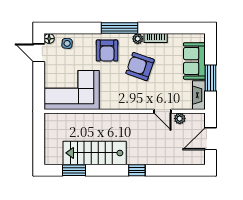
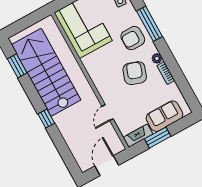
window: (120, 28) -> (150, 24), moved
plant: (180, 119) -> (109, 130), removed
door: (210, 139) -> (107, 166), hinge flipped
stairs: (95, 153) -> (46, 72), width x1.36, depth x1.51

